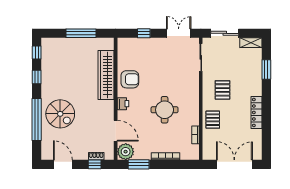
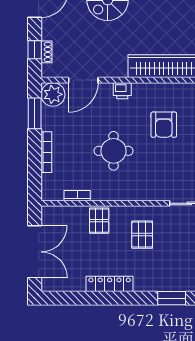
armchair: (130, 79) -> (164, 125), moved
pallet: (222, 90) -> (142, 235), turned 90
pallet: (213, 120) -> (99, 221), turned 90

